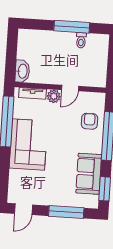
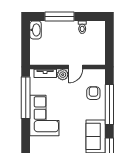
window: (72, 27) -> (60, 16), moved
washbasin: (22, 71) -> (36, 30), moved

